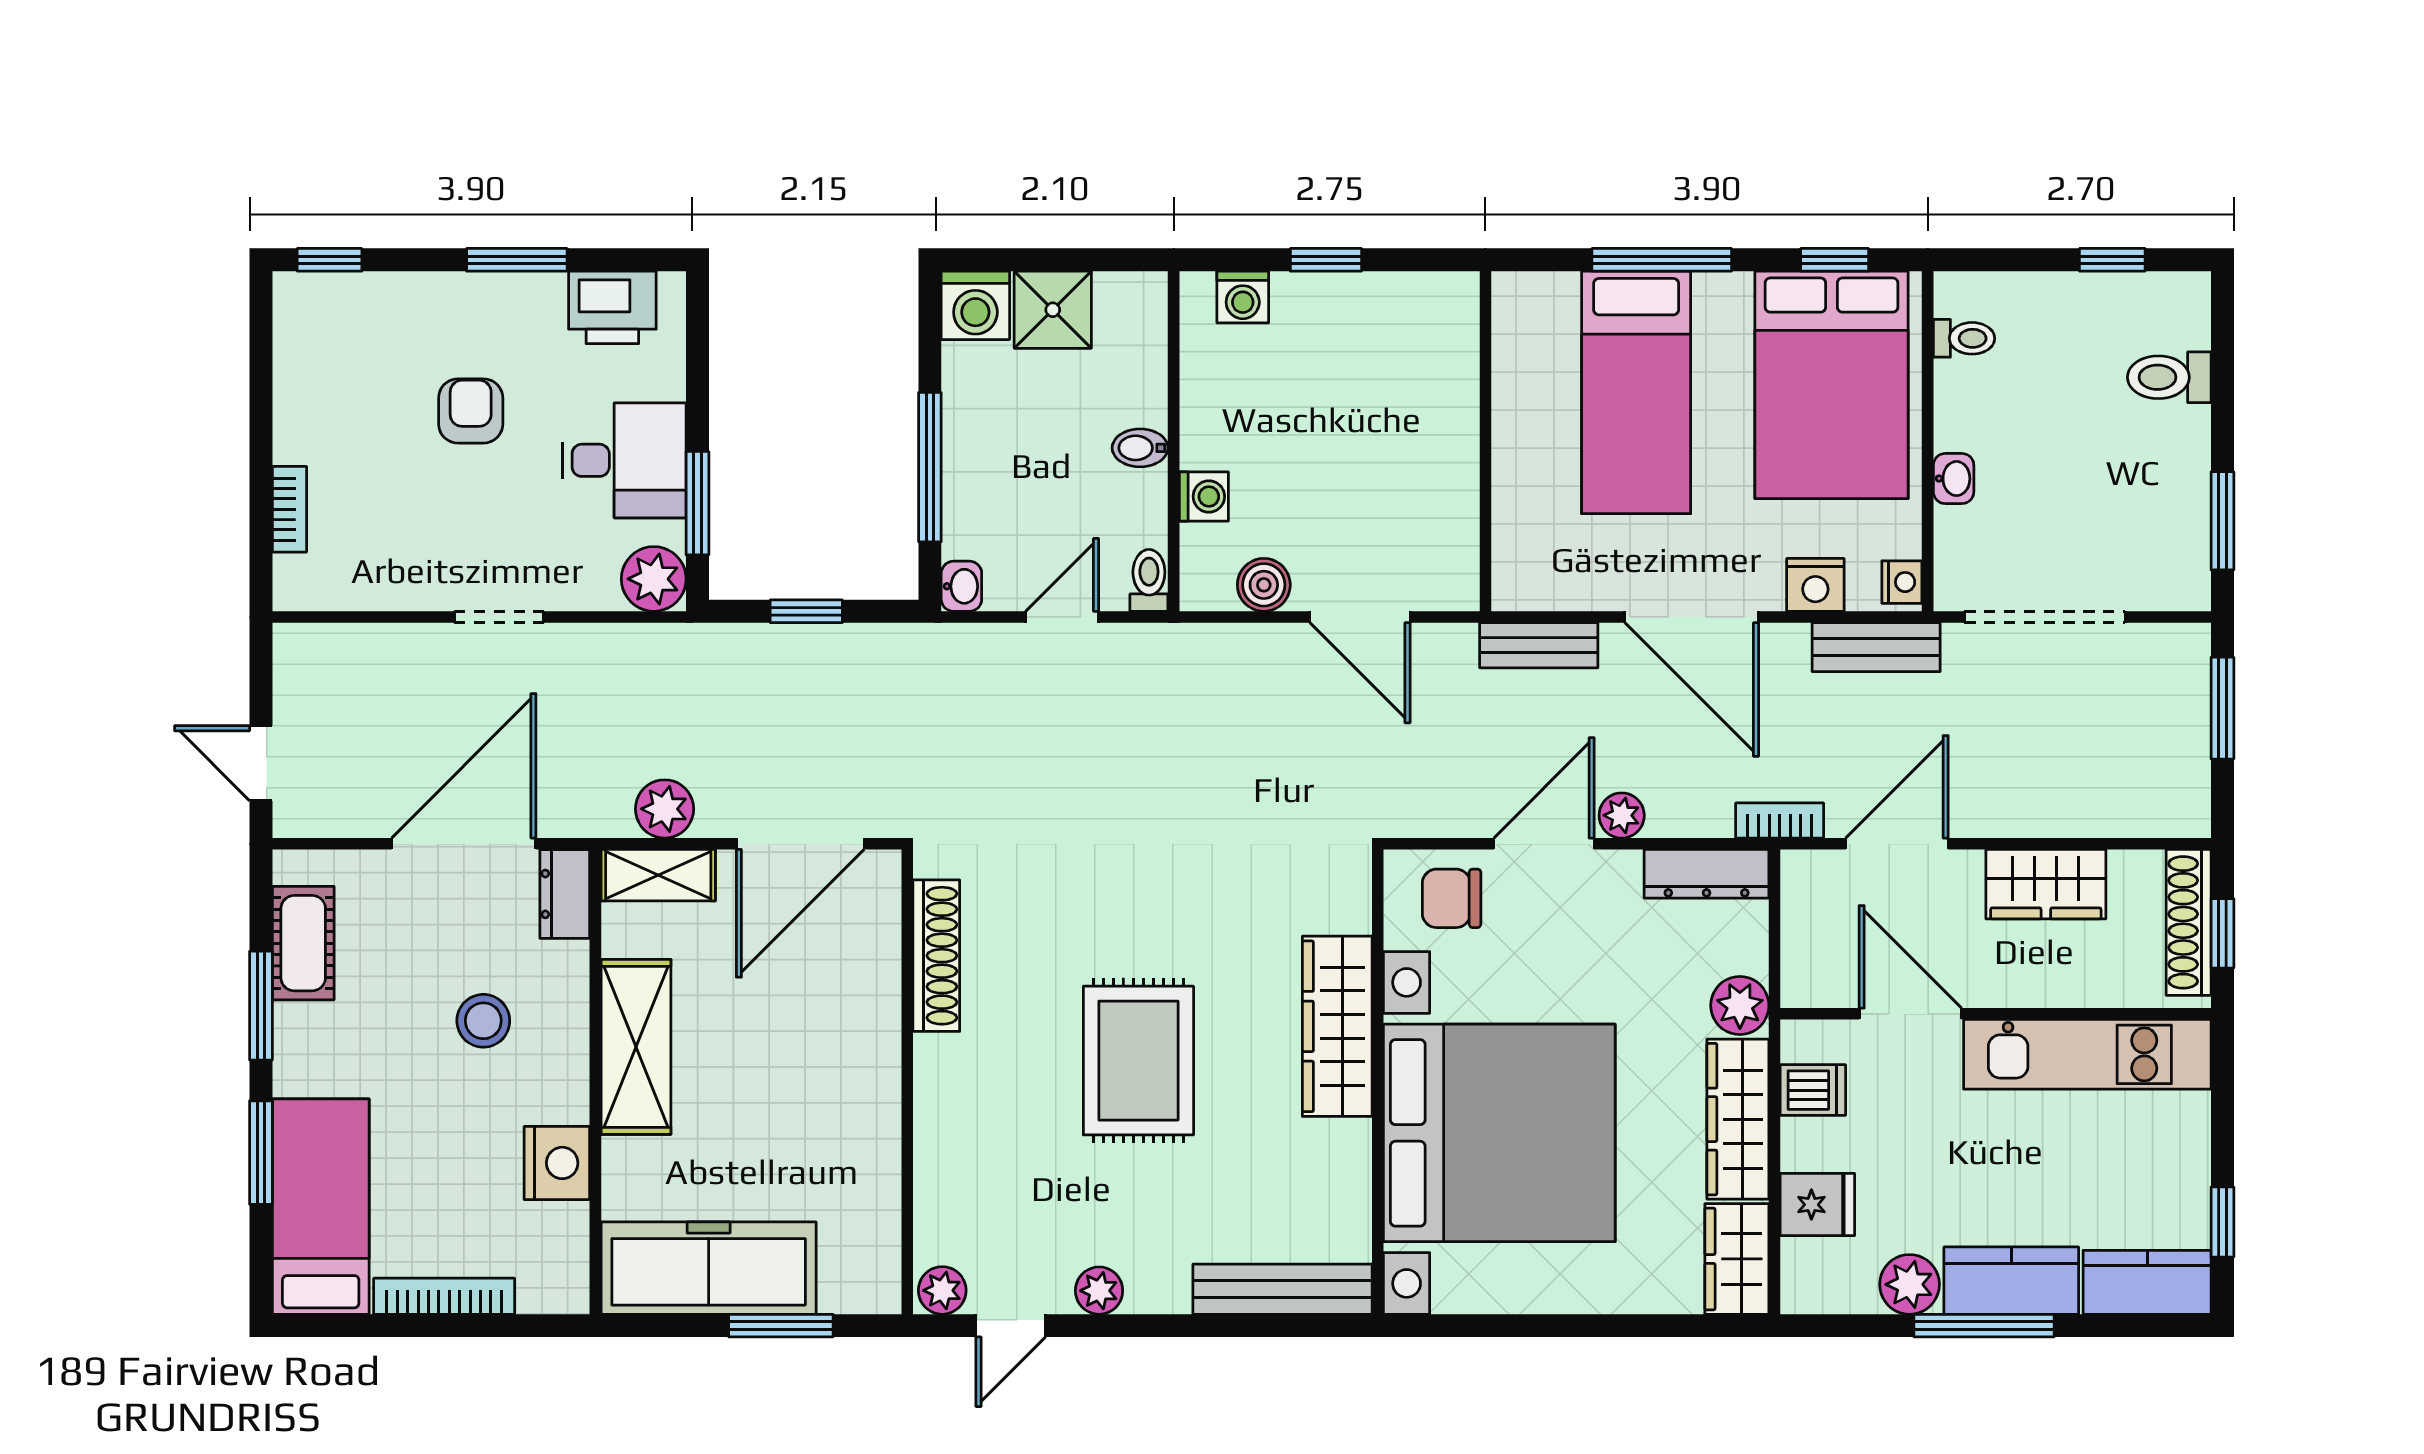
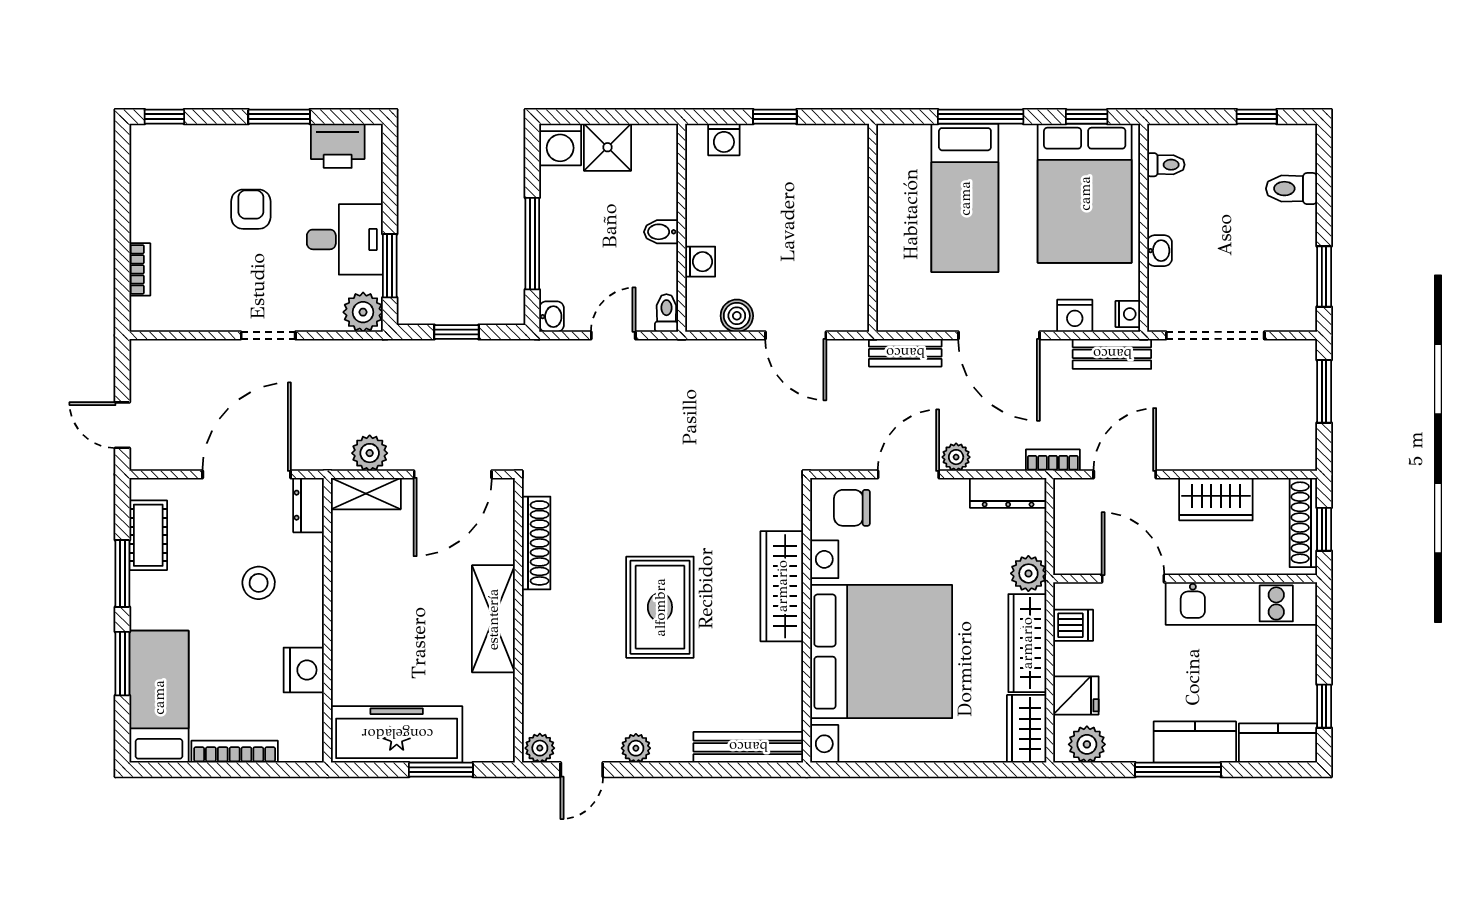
shelving: (636, 1047) -> (493, 619), moved
plant: (1910, 1284) -> (1087, 744), moved

